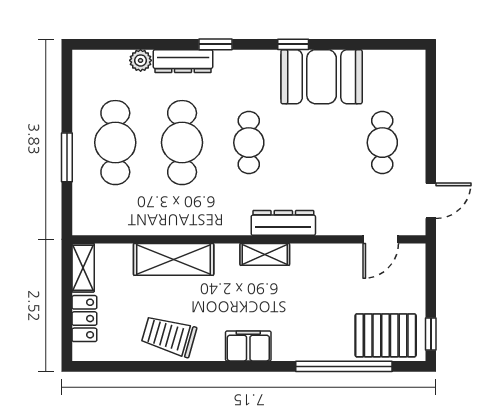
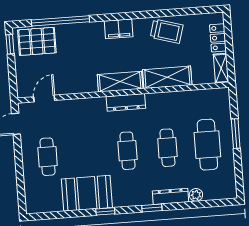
cafe table: (182, 143) -> (167, 148), width x0.73, depth x0.74
dresser: (283, 223) -> (126, 102), moved
shelving: (265, 254) -> (120, 82), width x1.50, depth x1.33

